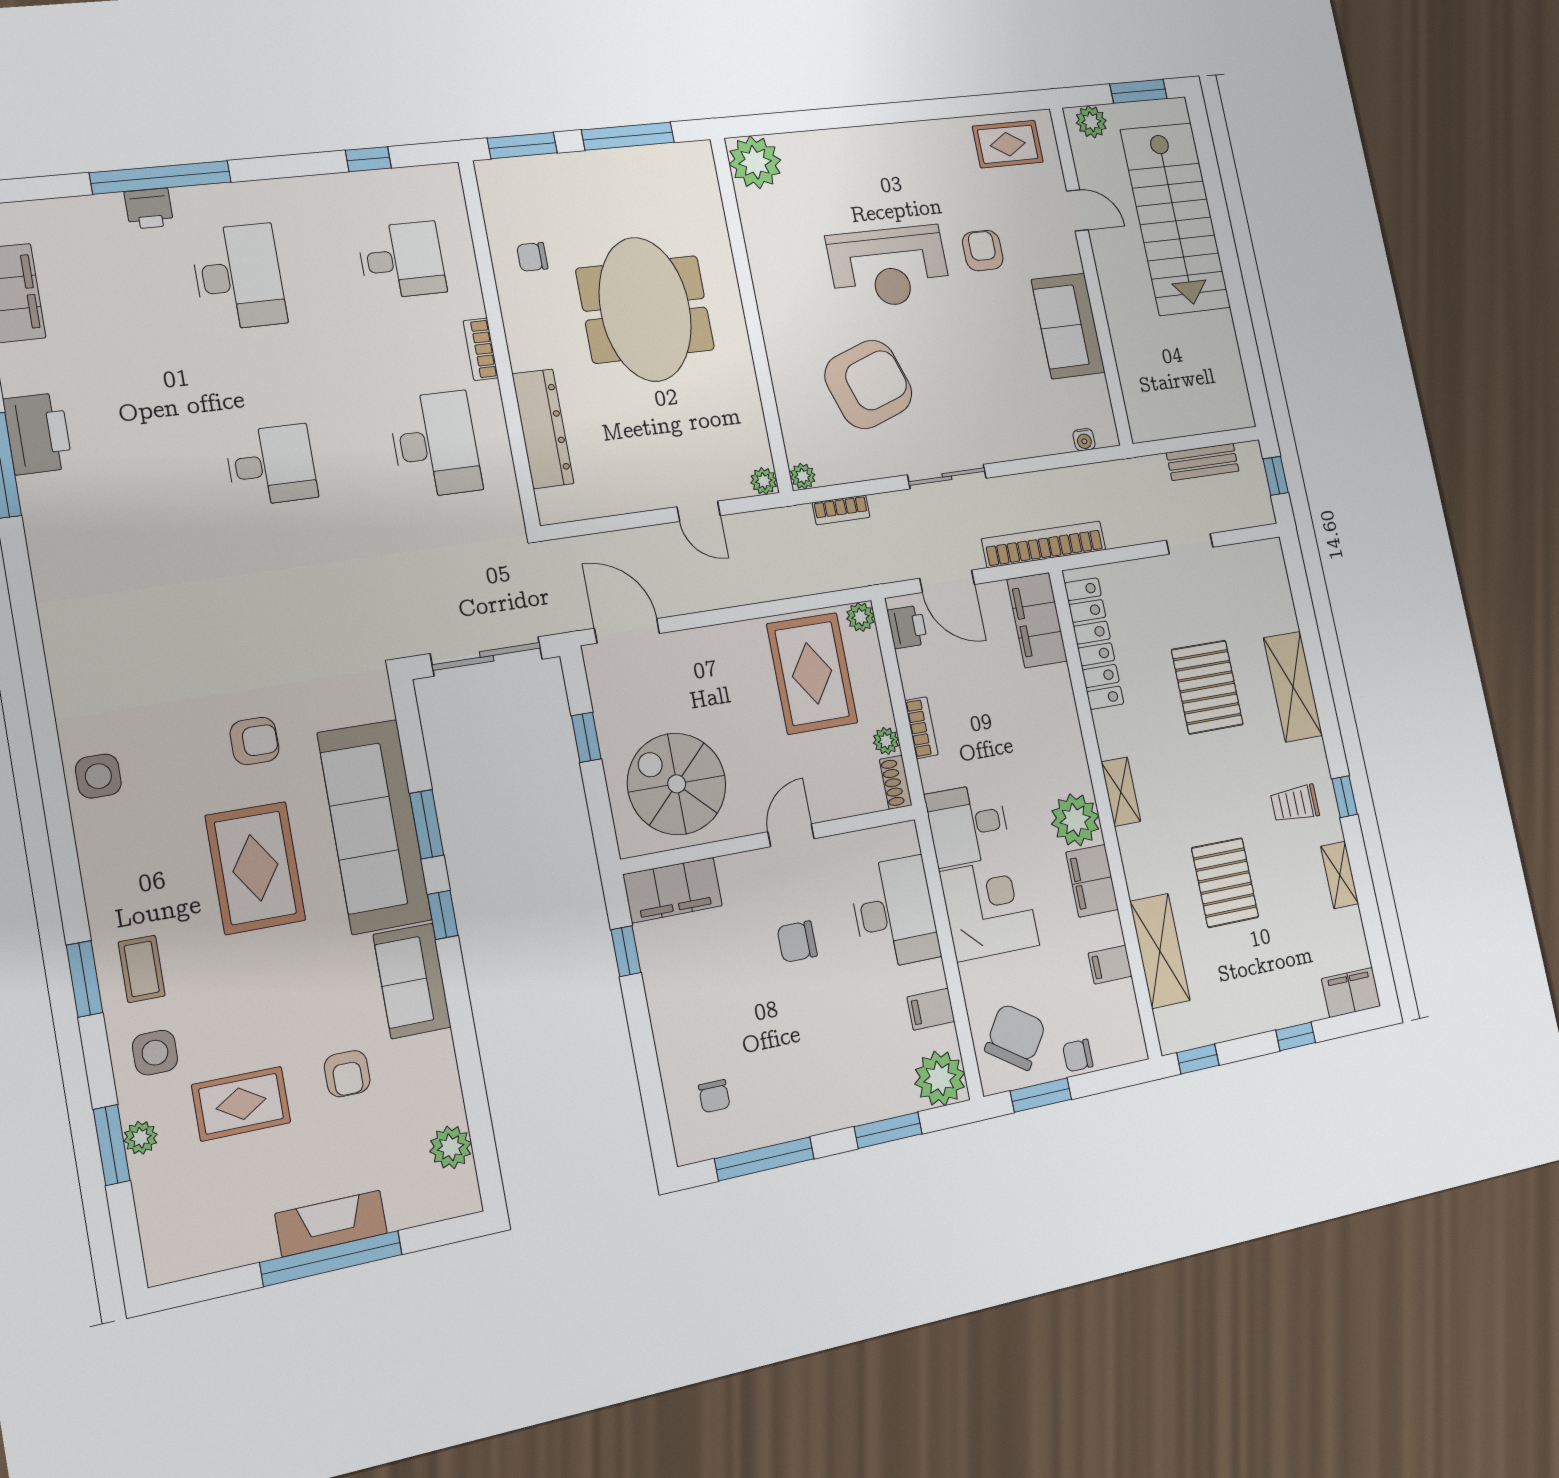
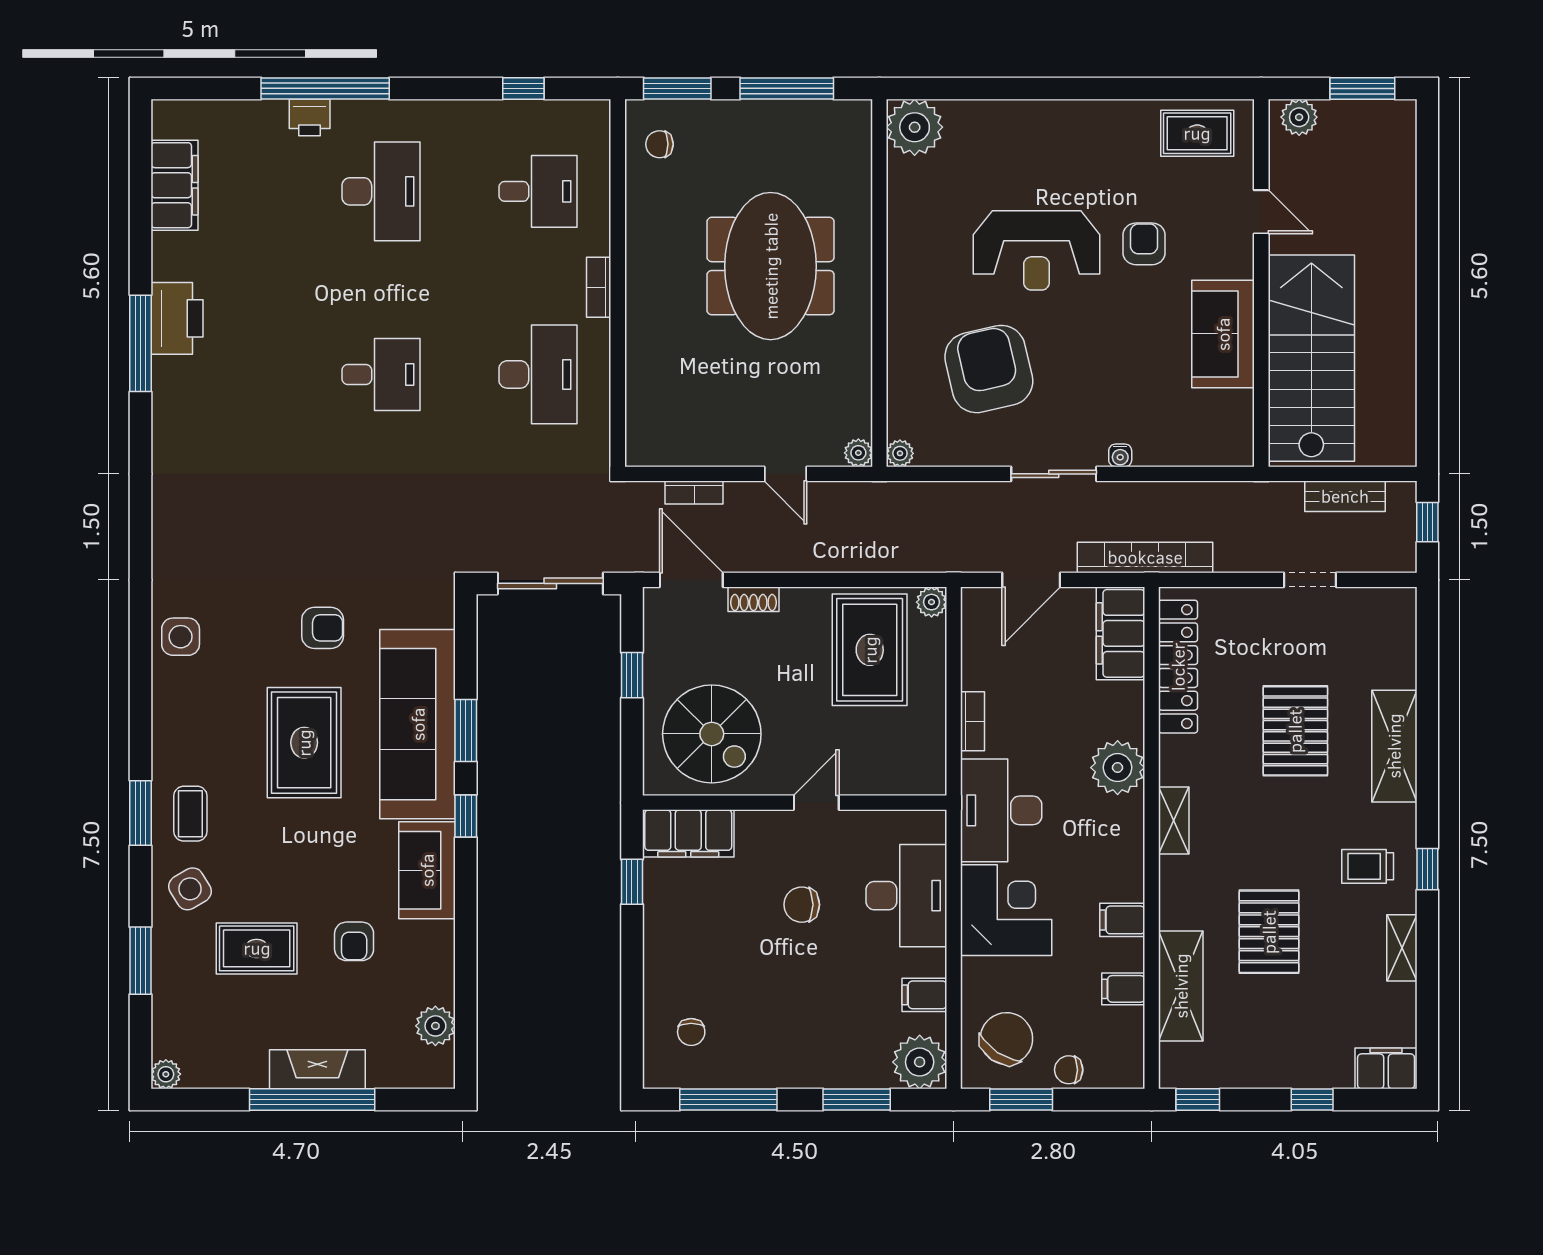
stairs: (1175, 219) -> (1311, 358), moved, turned 180
chair: (532, 257) -> (659, 144), moved
armchair: (868, 384) -> (989, 369), turned -84
dresser: (543, 429) -> (645, 372), removed
water cooler: (1084, 440) -> (1120, 455), moved
bookcase: (841, 510) -> (694, 493), moved
door: (947, 581) -> (1031, 580), hinge flipped
printer: (907, 627) -> (979, 619), removed
plant: (886, 741) -> (933, 728), removed
shoe rack: (896, 782) -> (753, 599), moved, turned -90
spiral stairs: (677, 784) -> (712, 734), turned 180
plant: (1075, 820) -> (1118, 768), moved
desk: (968, 825) -> (1001, 810), width x1.37
filing cabinet: (1092, 881) -> (1122, 920), width x0.50
side table: (155, 1053) -> (190, 889), turned -31
plant: (141, 1138) -> (166, 1074), moved

